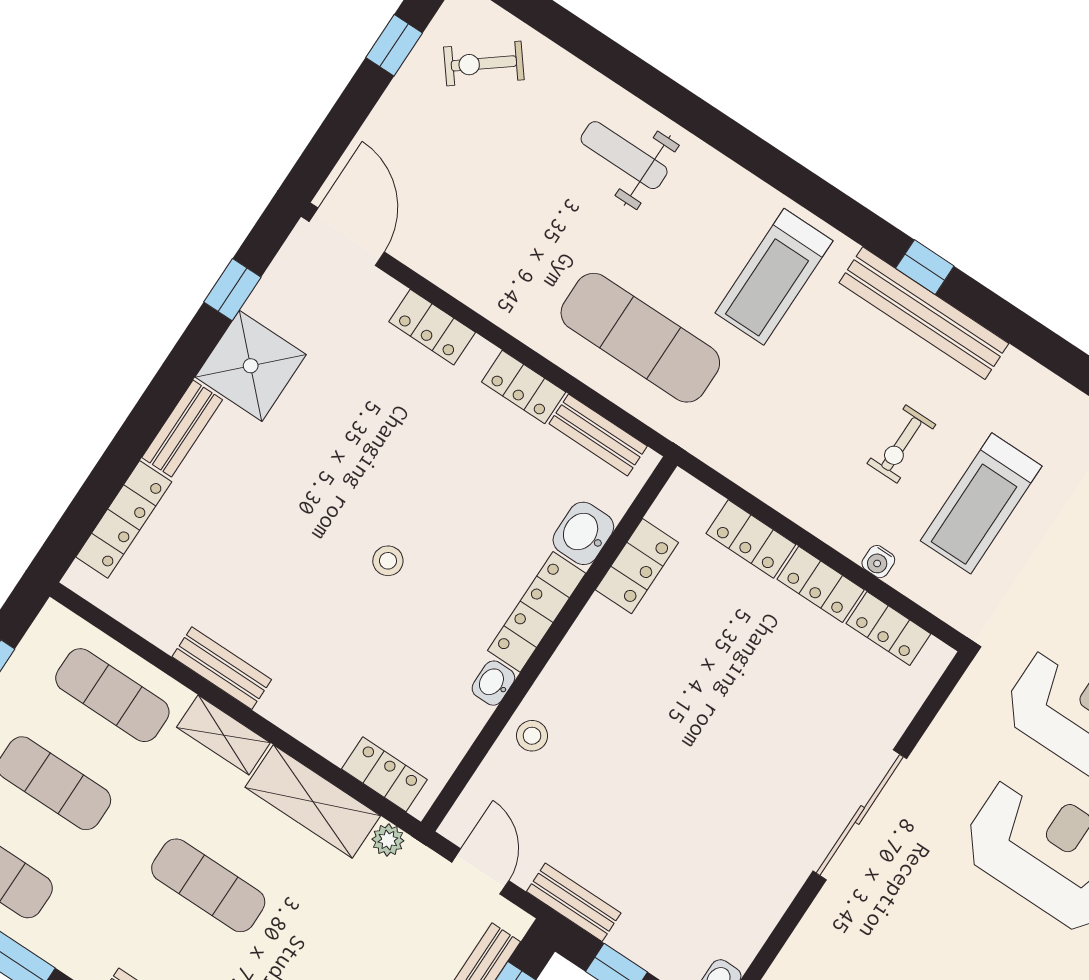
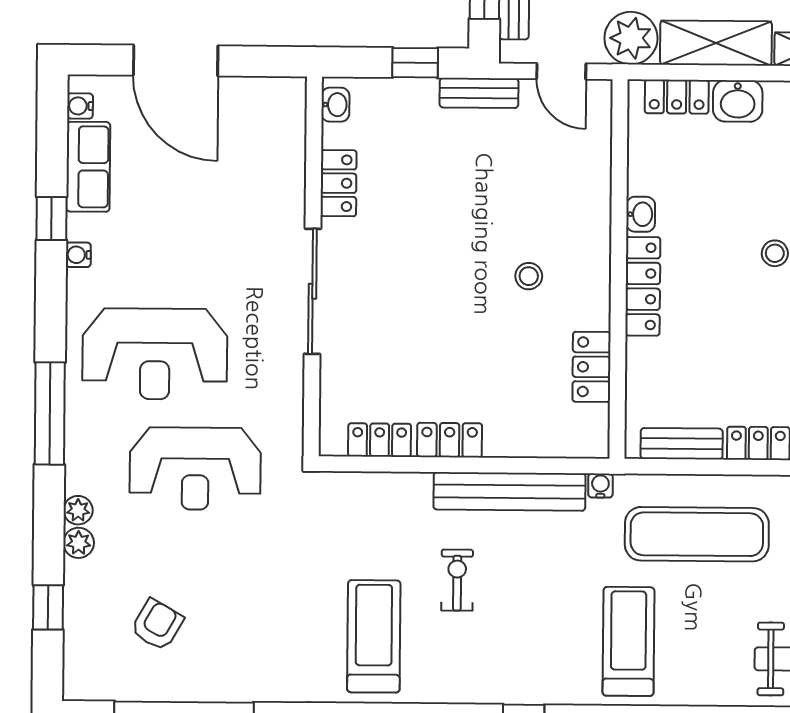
bench: (924, 313) -> (509, 491), moved
treadmill: (981, 503) -> (374, 636), moved
washbasin: (583, 533) -> (738, 101), moved, turned 90
locker: (751, 539) -> (338, 183), moved, turned 90
water cooler: (878, 562) -> (600, 486), moved
stool: (532, 736) -> (529, 276), moved
plant: (388, 840) -> (631, 38), width x1.88, depth x1.88

